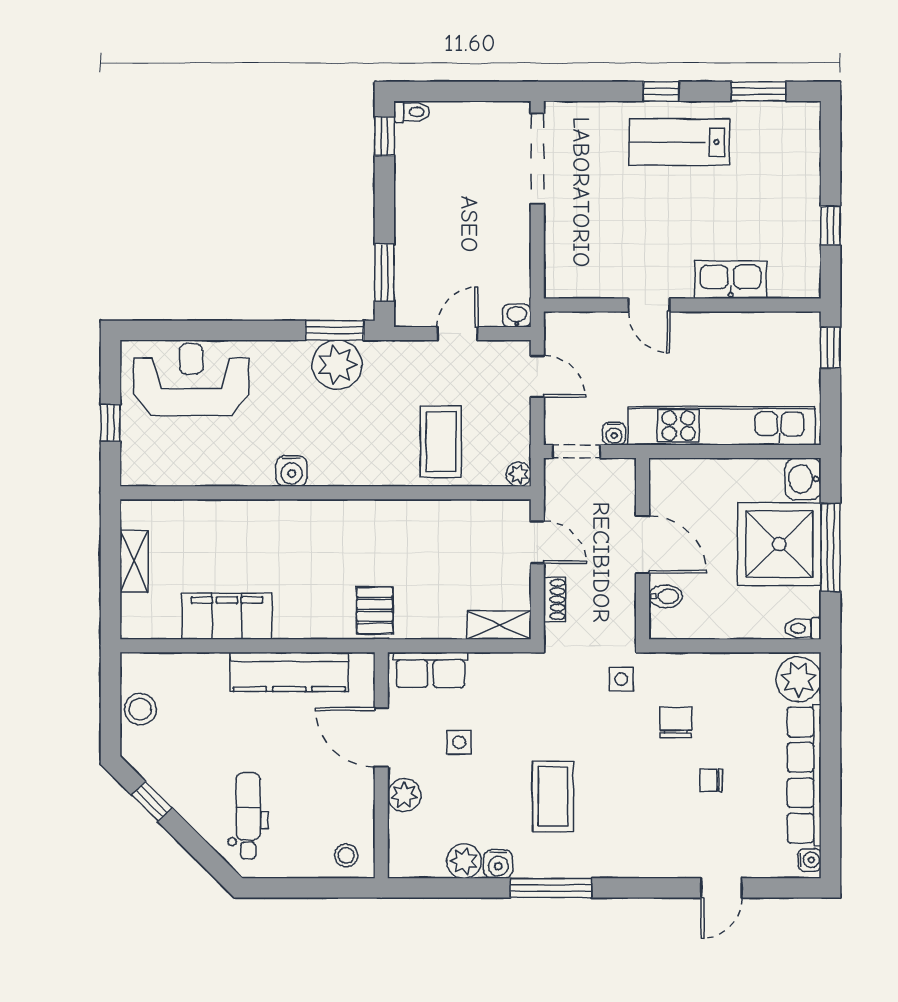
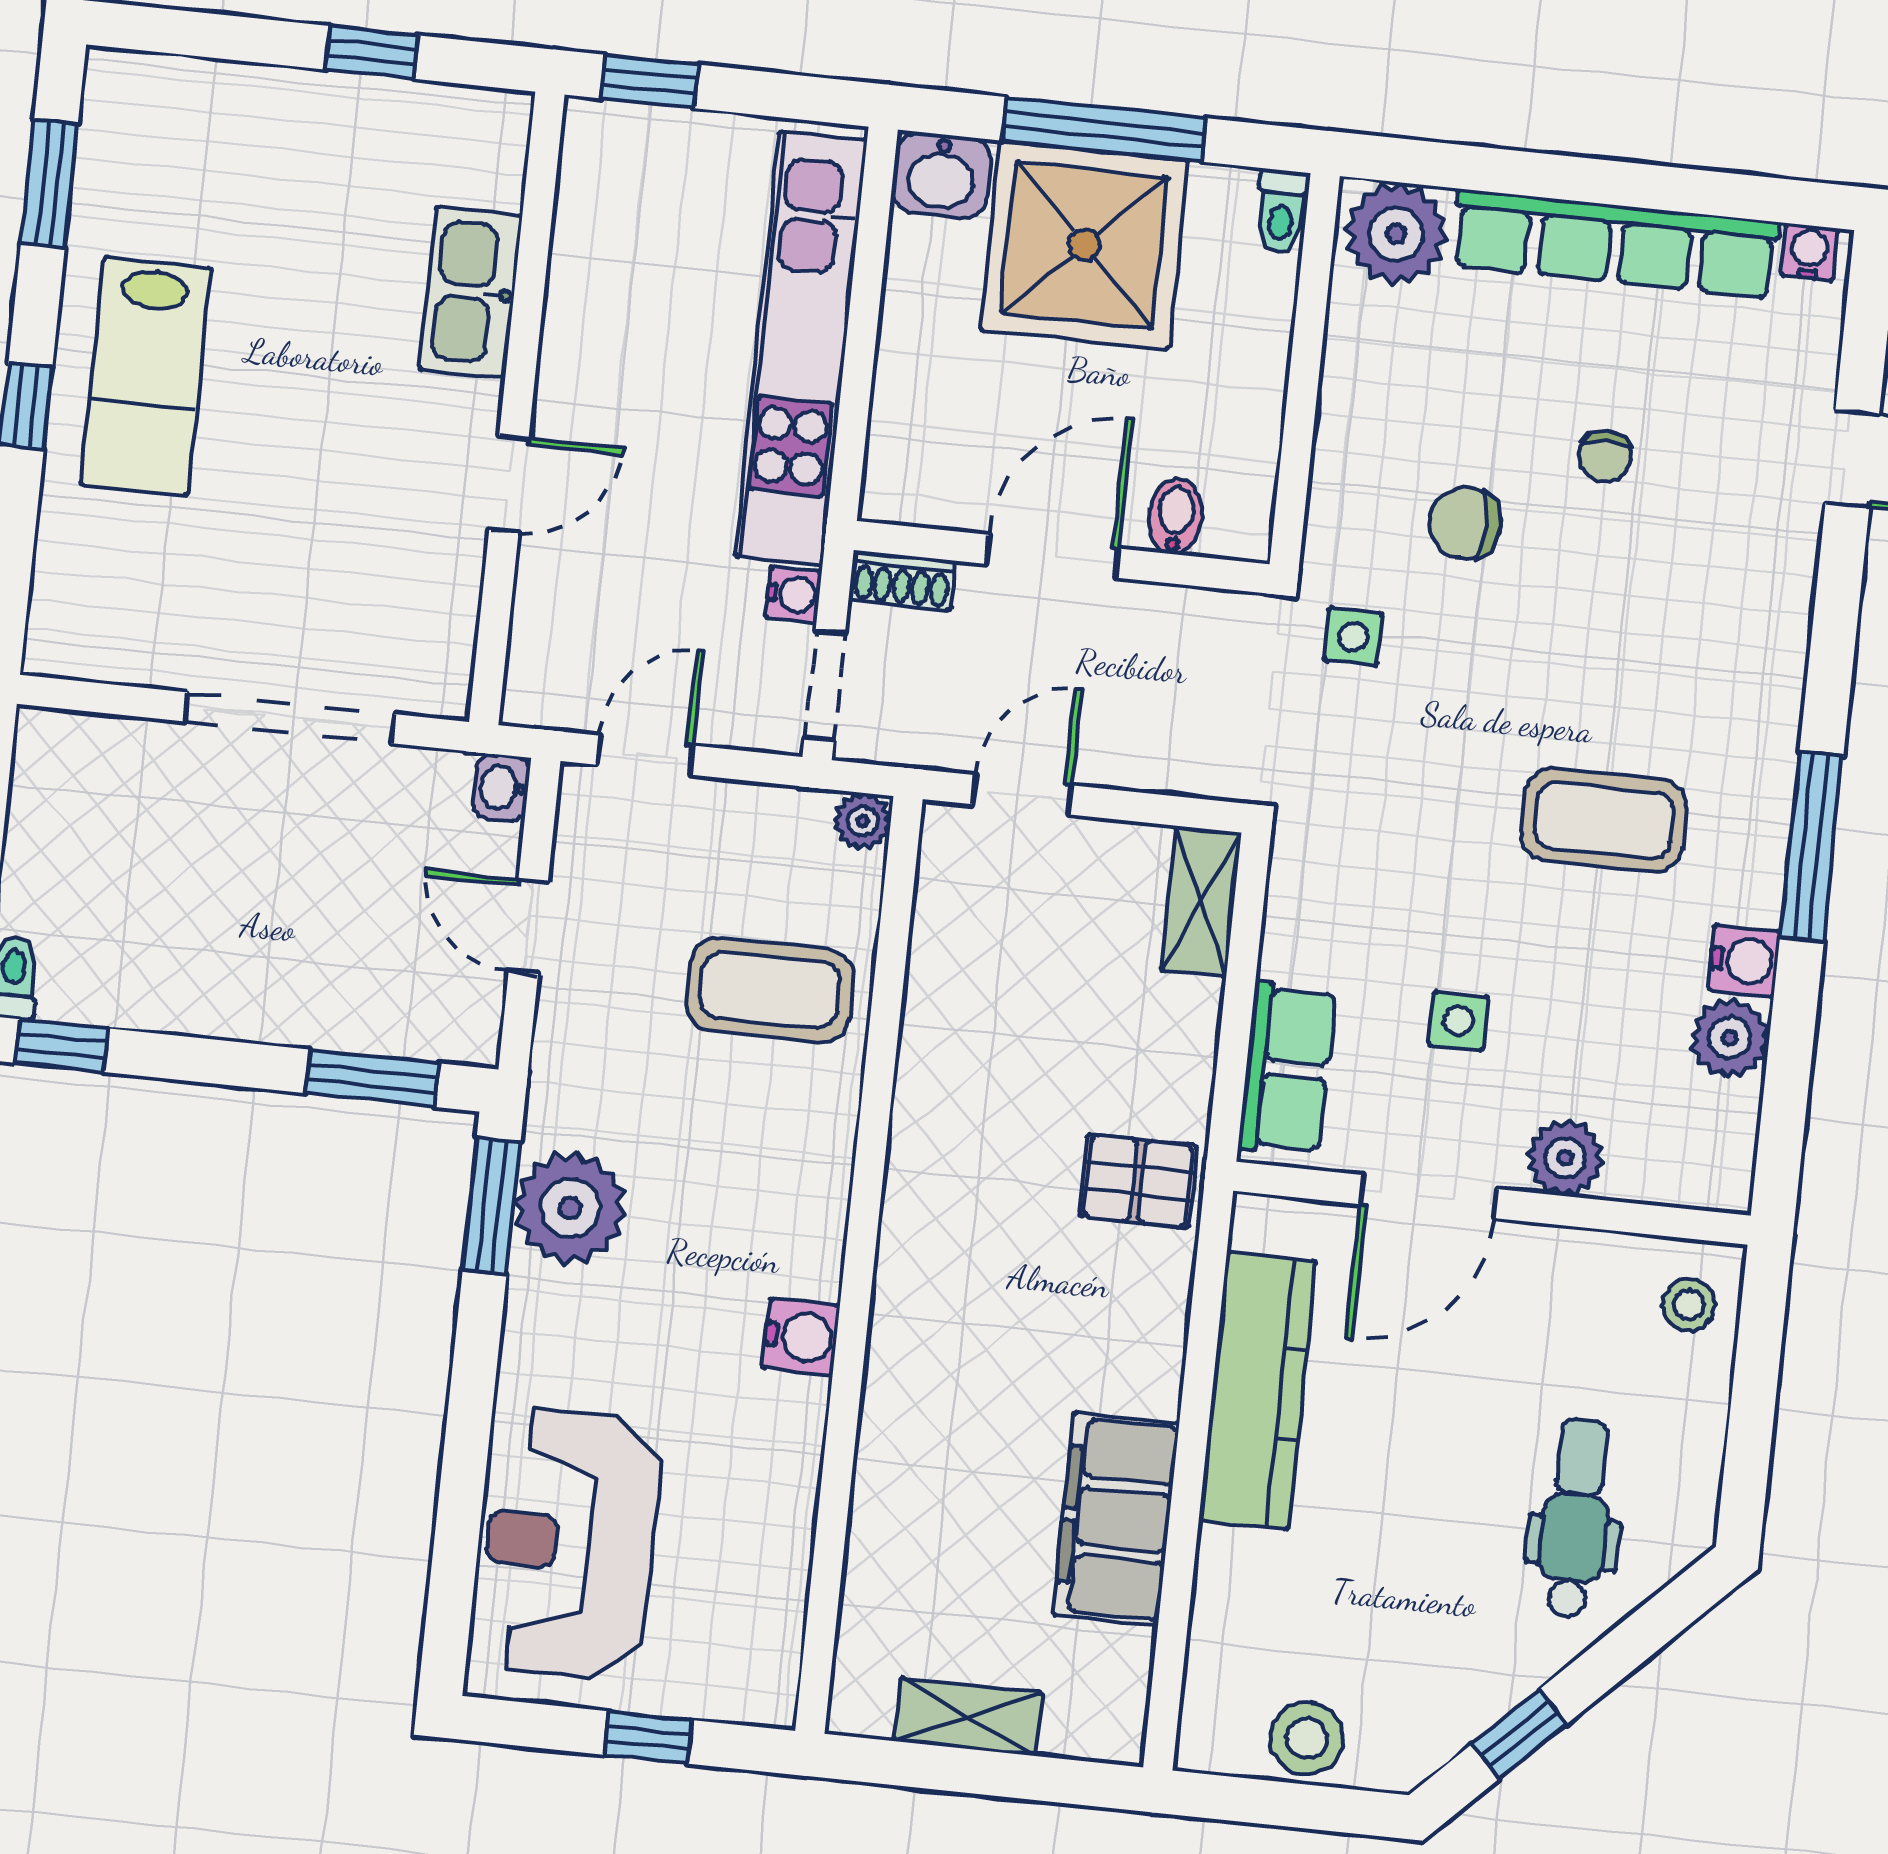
doorway: (537, 159) -> (289, 718), moved
shoe rack: (555, 599) -> (902, 580), moved, turned 180
dental chair: (248, 816) -> (1576, 1518), turned 90

